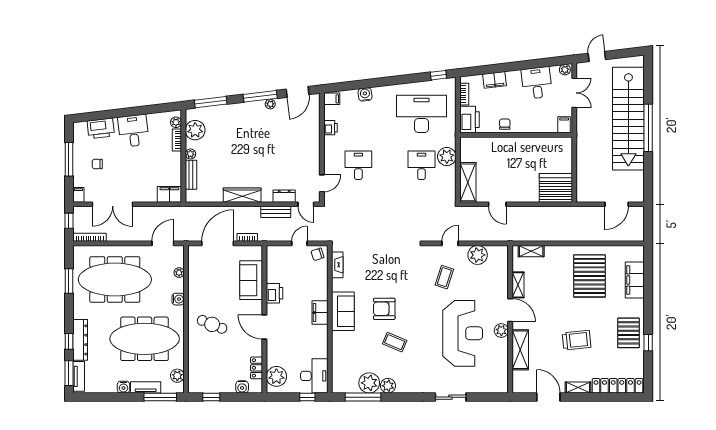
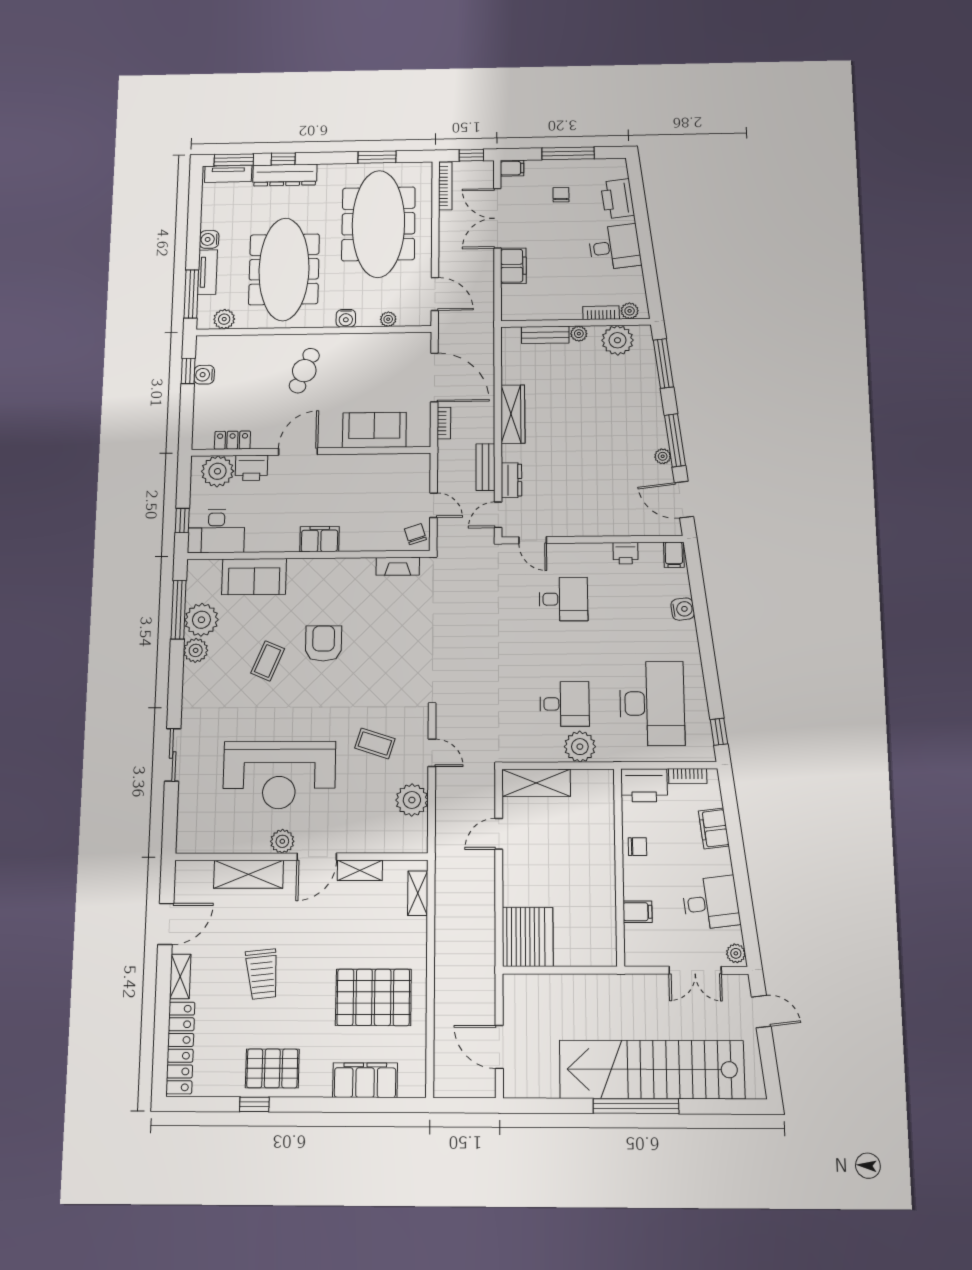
filing cabinet: (564, 125) -> (638, 912), moved
filing cabinet: (169, 194) -> (513, 266), moved
printer: (274, 293) -> (251, 468), moved
sofa: (343, 311) -> (254, 577), moved
water cooler: (242, 387) -> (204, 375), moved

